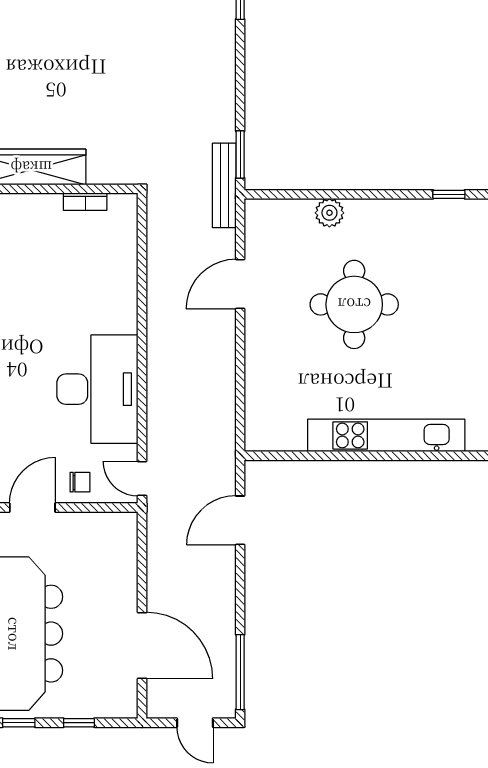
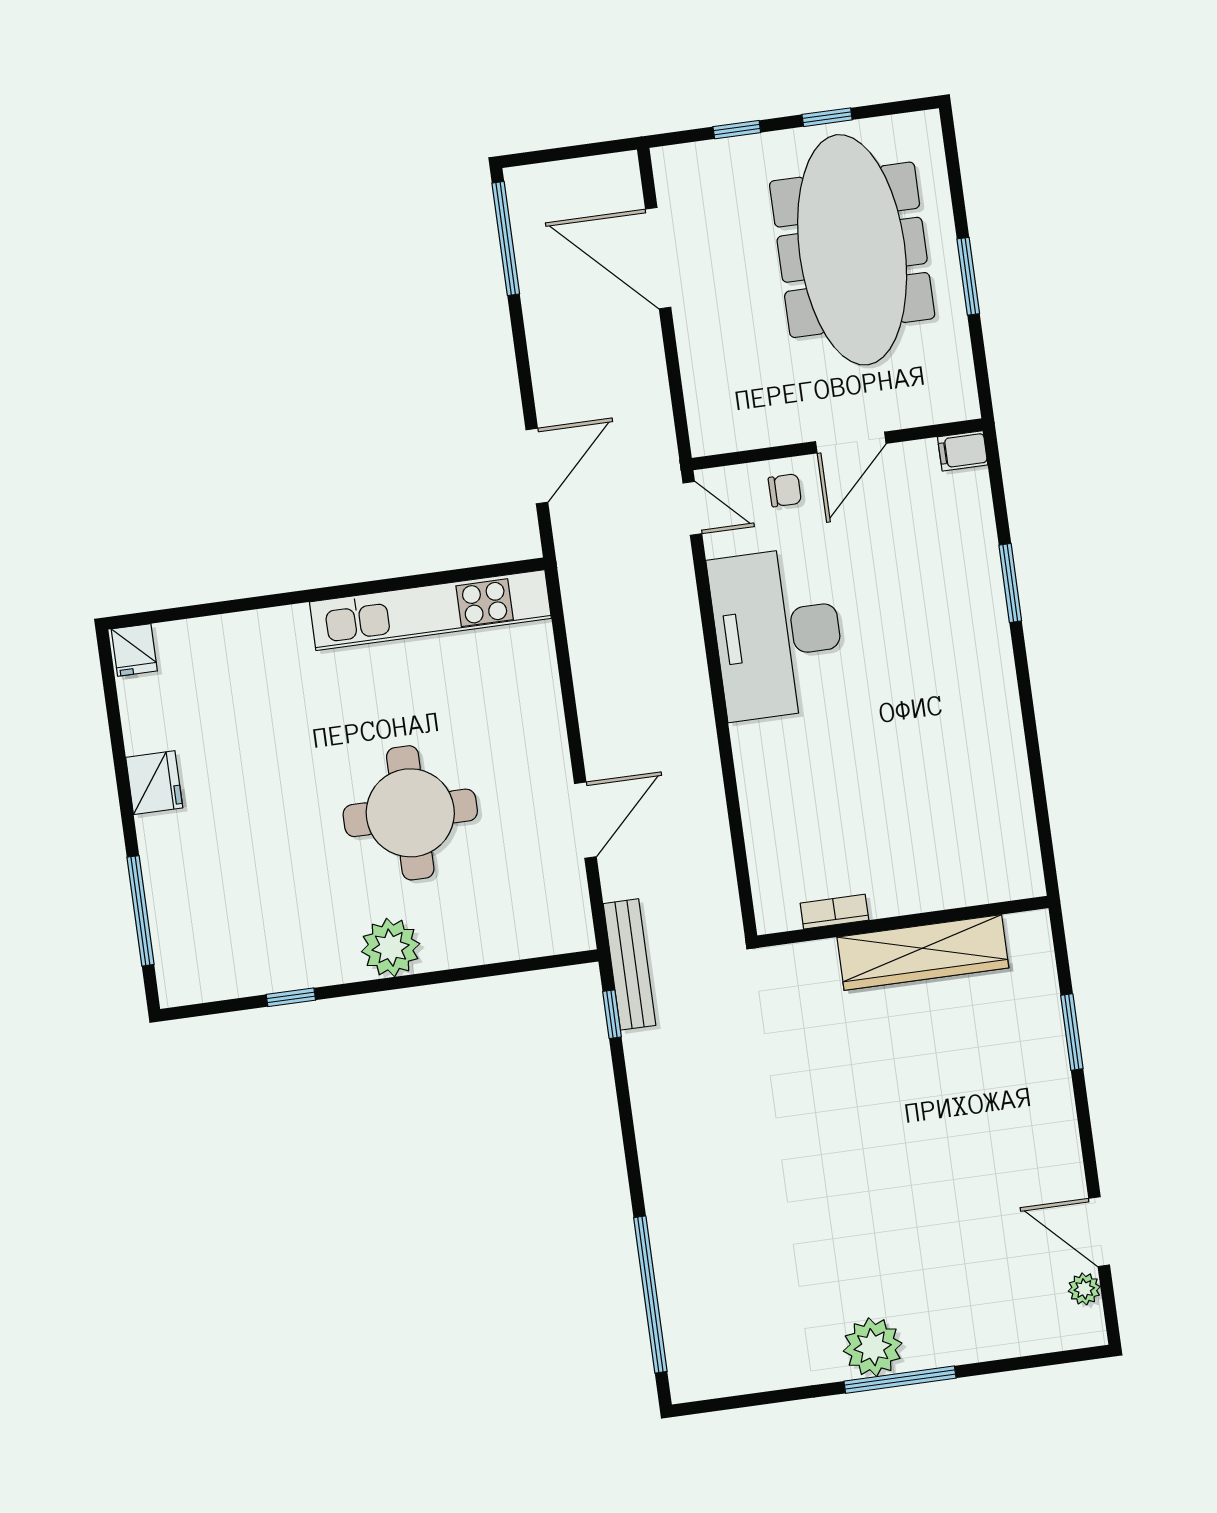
window: (240, 154) -> (612, 1014), width x0.67
plant: (329, 213) -> (391, 948), moved, width x1.36, depth x1.36
kitchen unit: (386, 435) -> (430, 610), moved
chair: (80, 482) -> (785, 490), turned 180
door: (195, 723) -> (563, 153), removed

